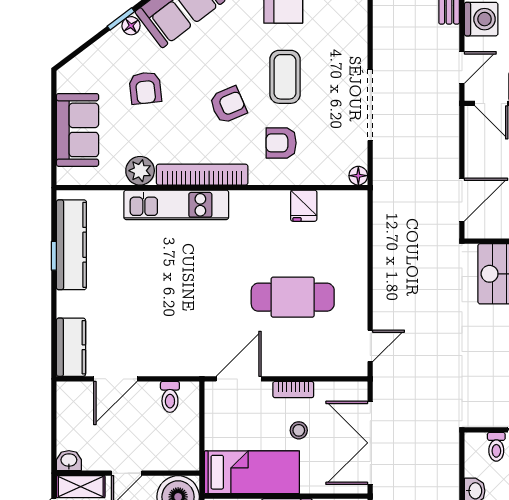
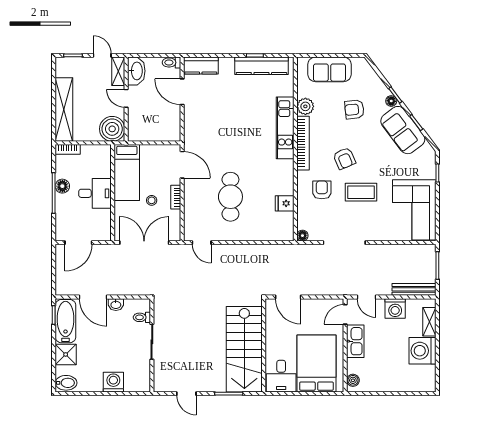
toilet: (170, 397) -> (171, 62), moved
washbasin: (69, 461) -> (136, 71), width x1.91, depth x1.45

